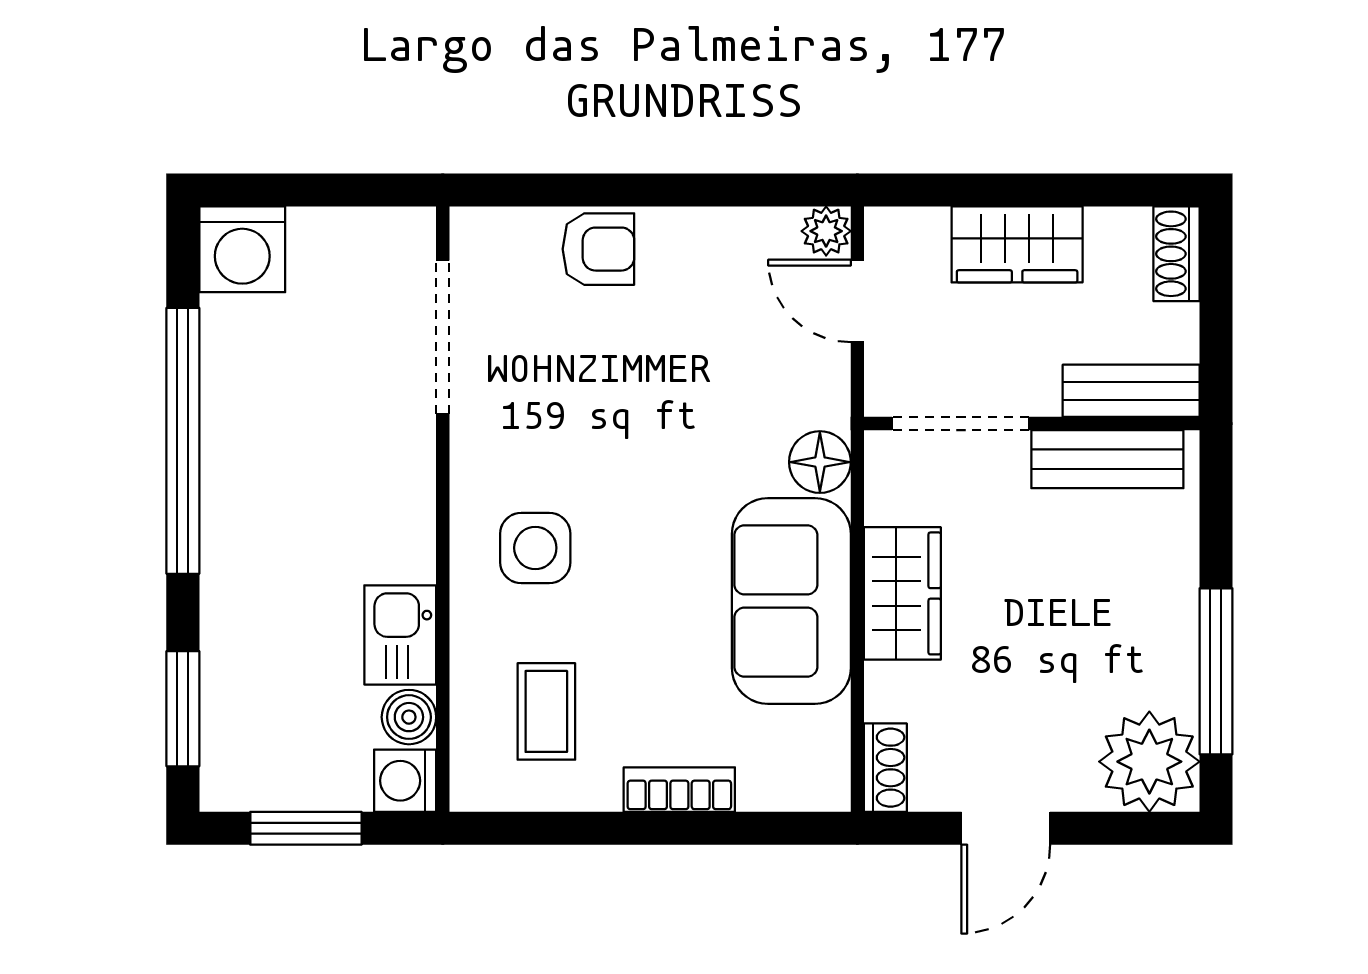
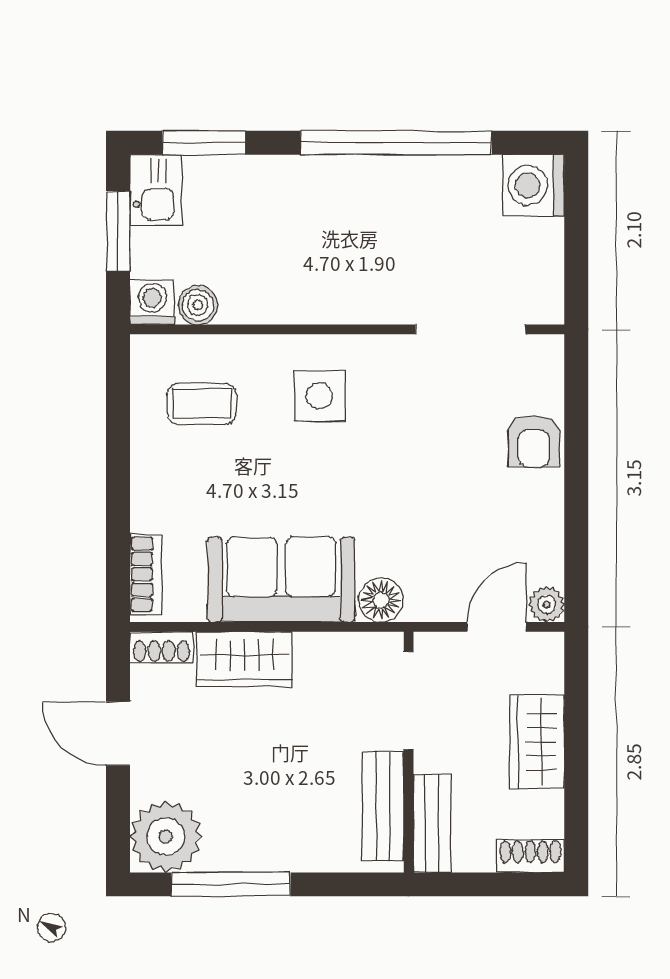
wardrobe: (902, 593) -> (245, 659), moved
kitchen sink: (400, 635) -> (156, 190), moved, turned 90
bookcase: (679, 790) -> (146, 574), moved

